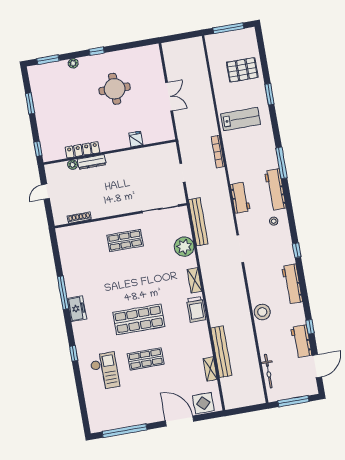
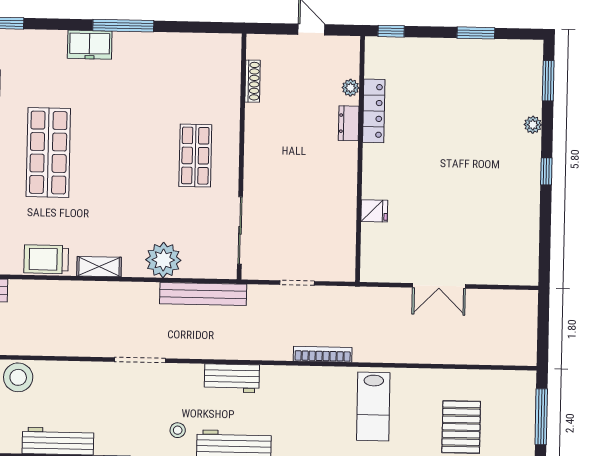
round table: (115, 89) -> (472, 190), removed
dresser: (92, 162) -> (349, 123), width x0.70

